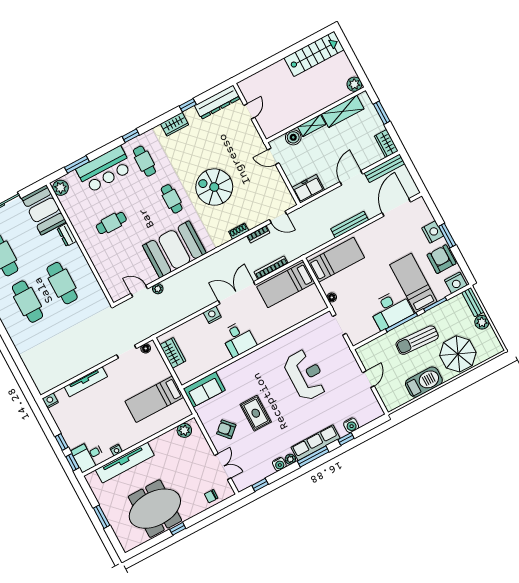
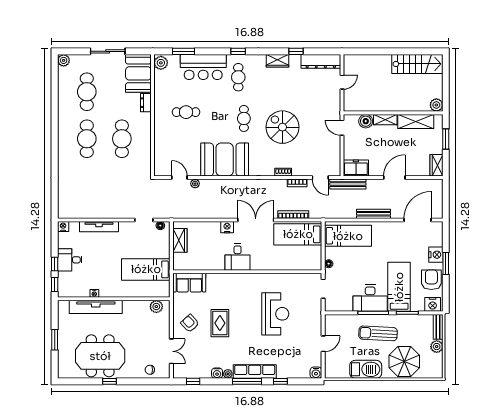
bench: (385, 168) -> (348, 184), moved
water cooler: (351, 425) -> (316, 373), moved
desk: (88, 456) -> (70, 260), moved

